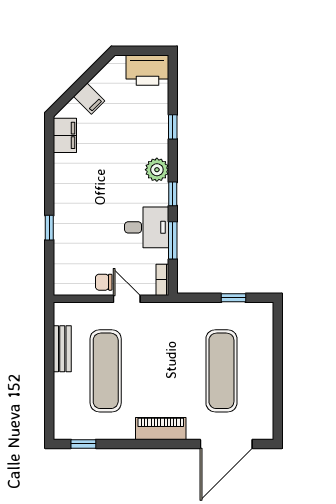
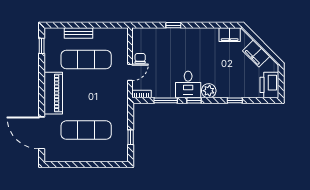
filing cabinet: (89, 99) -> (256, 54), width x2.00
desk: (147, 227) -> (188, 84), moved
bench: (62, 349) -> (79, 33), moved
piano: (161, 429) -> (53, 93), width x1.37, depth x1.33

